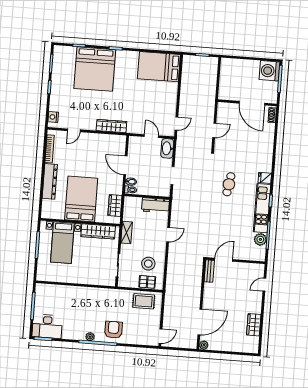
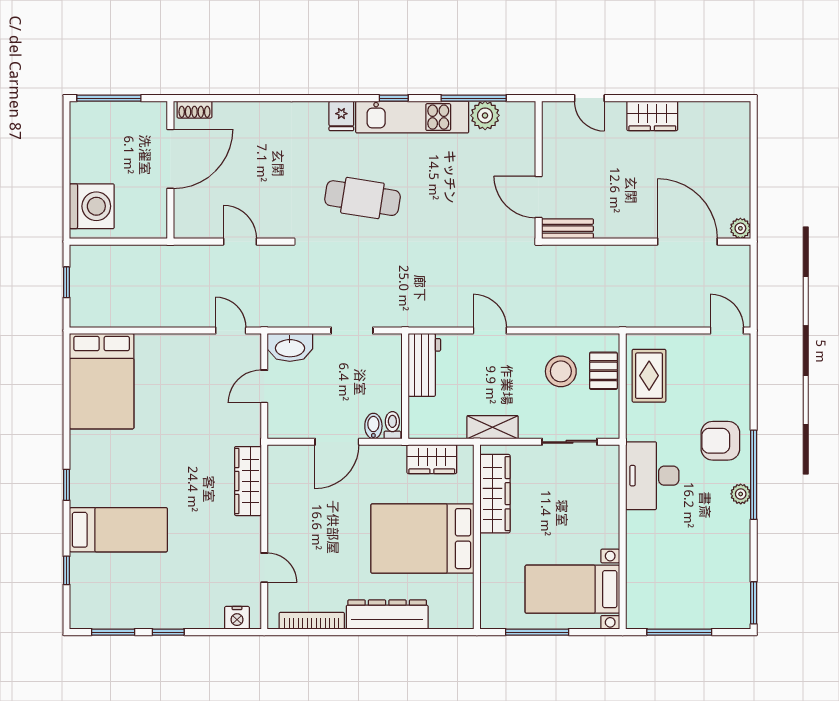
bed: (95, 69) -> (118, 530), width x0.49
washing machine: (270, 71) -> (92, 206), moved, turned -90
cafe table: (229, 184) -> (362, 198), width x1.37, depth x1.35
bed with nightstands: (62, 243) -> (572, 589), moved, turned 180
wardrobe: (254, 325) -> (652, 116), moved
desk: (47, 326) -> (652, 476), moved, turned 180

